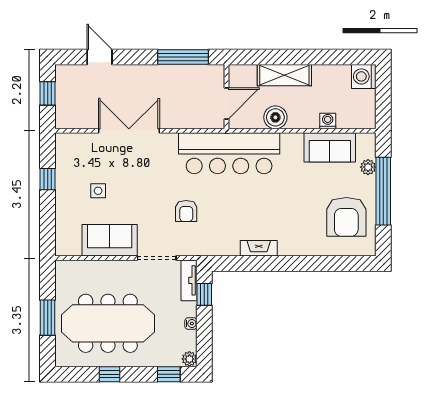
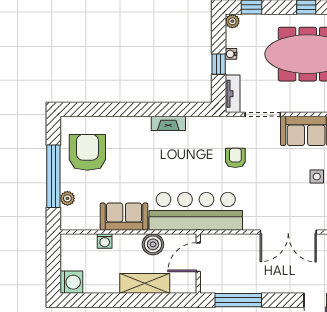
sofa: (330, 147) -> (124, 217), moved
window: (204, 294) -> (219, 64), moved

